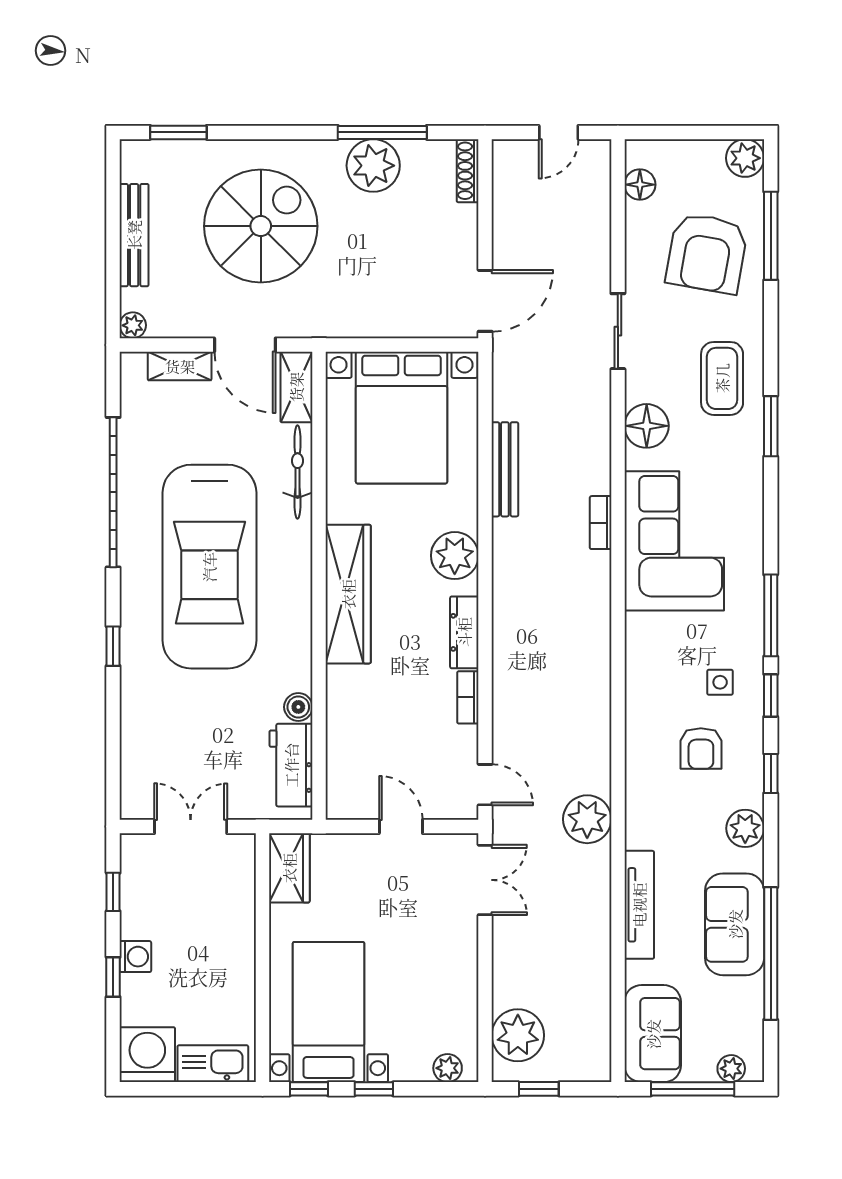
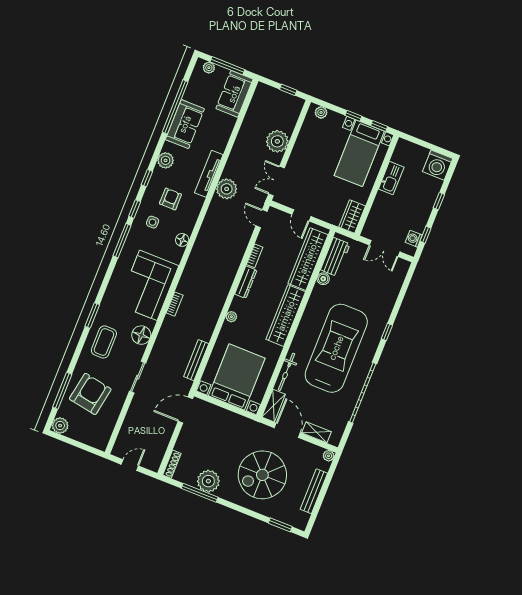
floor lamp: (640, 185) -> (182, 240), moved
bench: (505, 469) -> (196, 360), moved
plant: (455, 556) -> (231, 317), width x0.53, depth x0.53
wardrobe: (349, 737) -> (308, 259), added
tv unit: (639, 905) -> (209, 174), moved
washing machine: (135, 957) -> (414, 239), moved
plant: (518, 1035) -> (277, 141), moved
kitchen sink: (213, 1064) -> (391, 178), moved, turned -90

